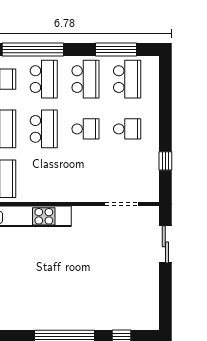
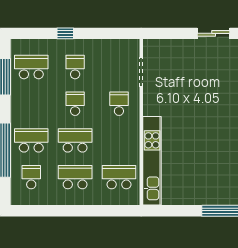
school desk: (85, 79) -> (119, 104), moved, width x0.54
window: (165, 161) -> (65, 33), moved
sliding door: (165, 244) -> (214, 33), moved

